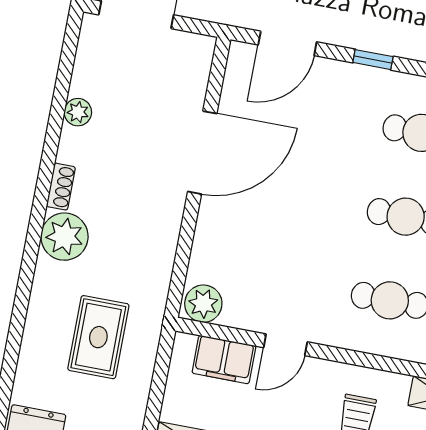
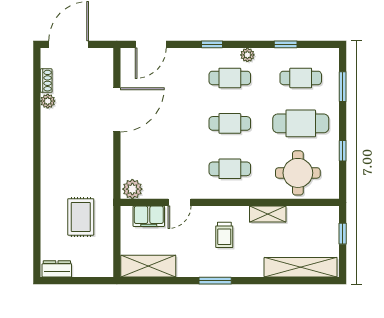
window: (373, 60) -> (212, 44), moved
shoe rack: (61, 187) -> (46, 81), moved
plant: (64, 237) -> (53, 168), removed

